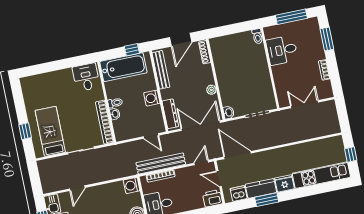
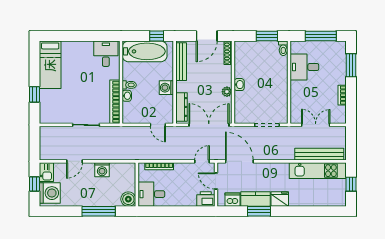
window: (239, 28) -> (267, 36), added
washbasin: (229, 112) -> (239, 85), moved
bed: (50, 131) -> (50, 65), moved, turned 180
bench: (161, 164) -> (319, 154), moved
kitchen unit: (321, 175) -> (318, 171), moved, turned 180
washing machine: (132, 185) -> (102, 170), moved, turned -90

